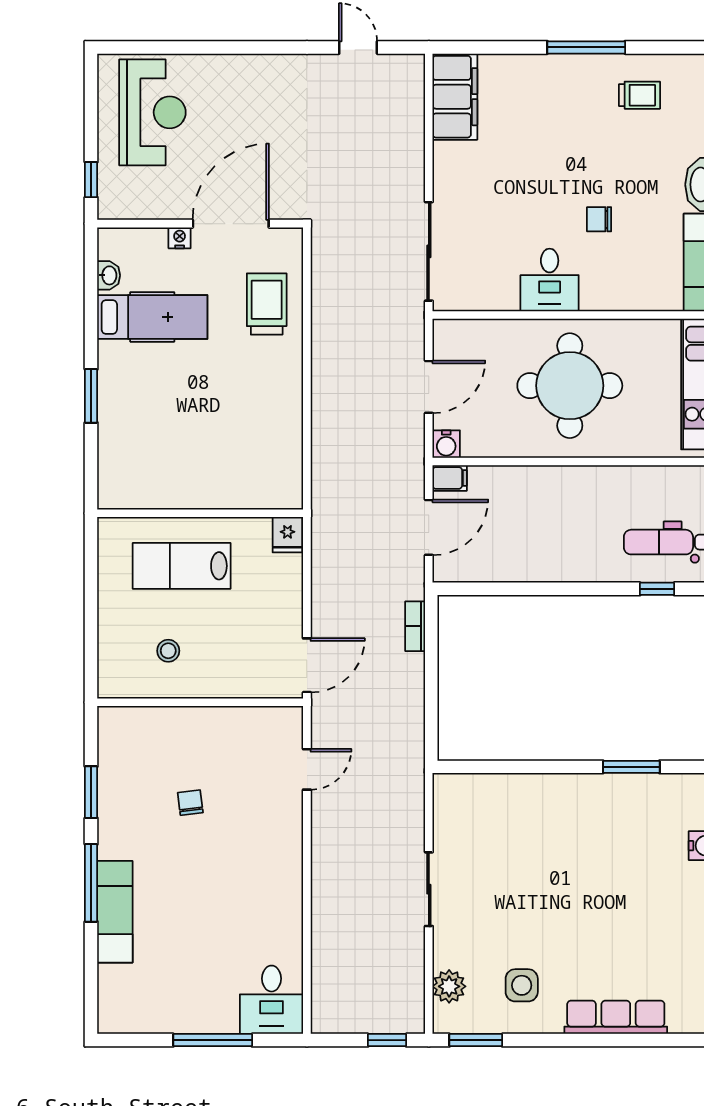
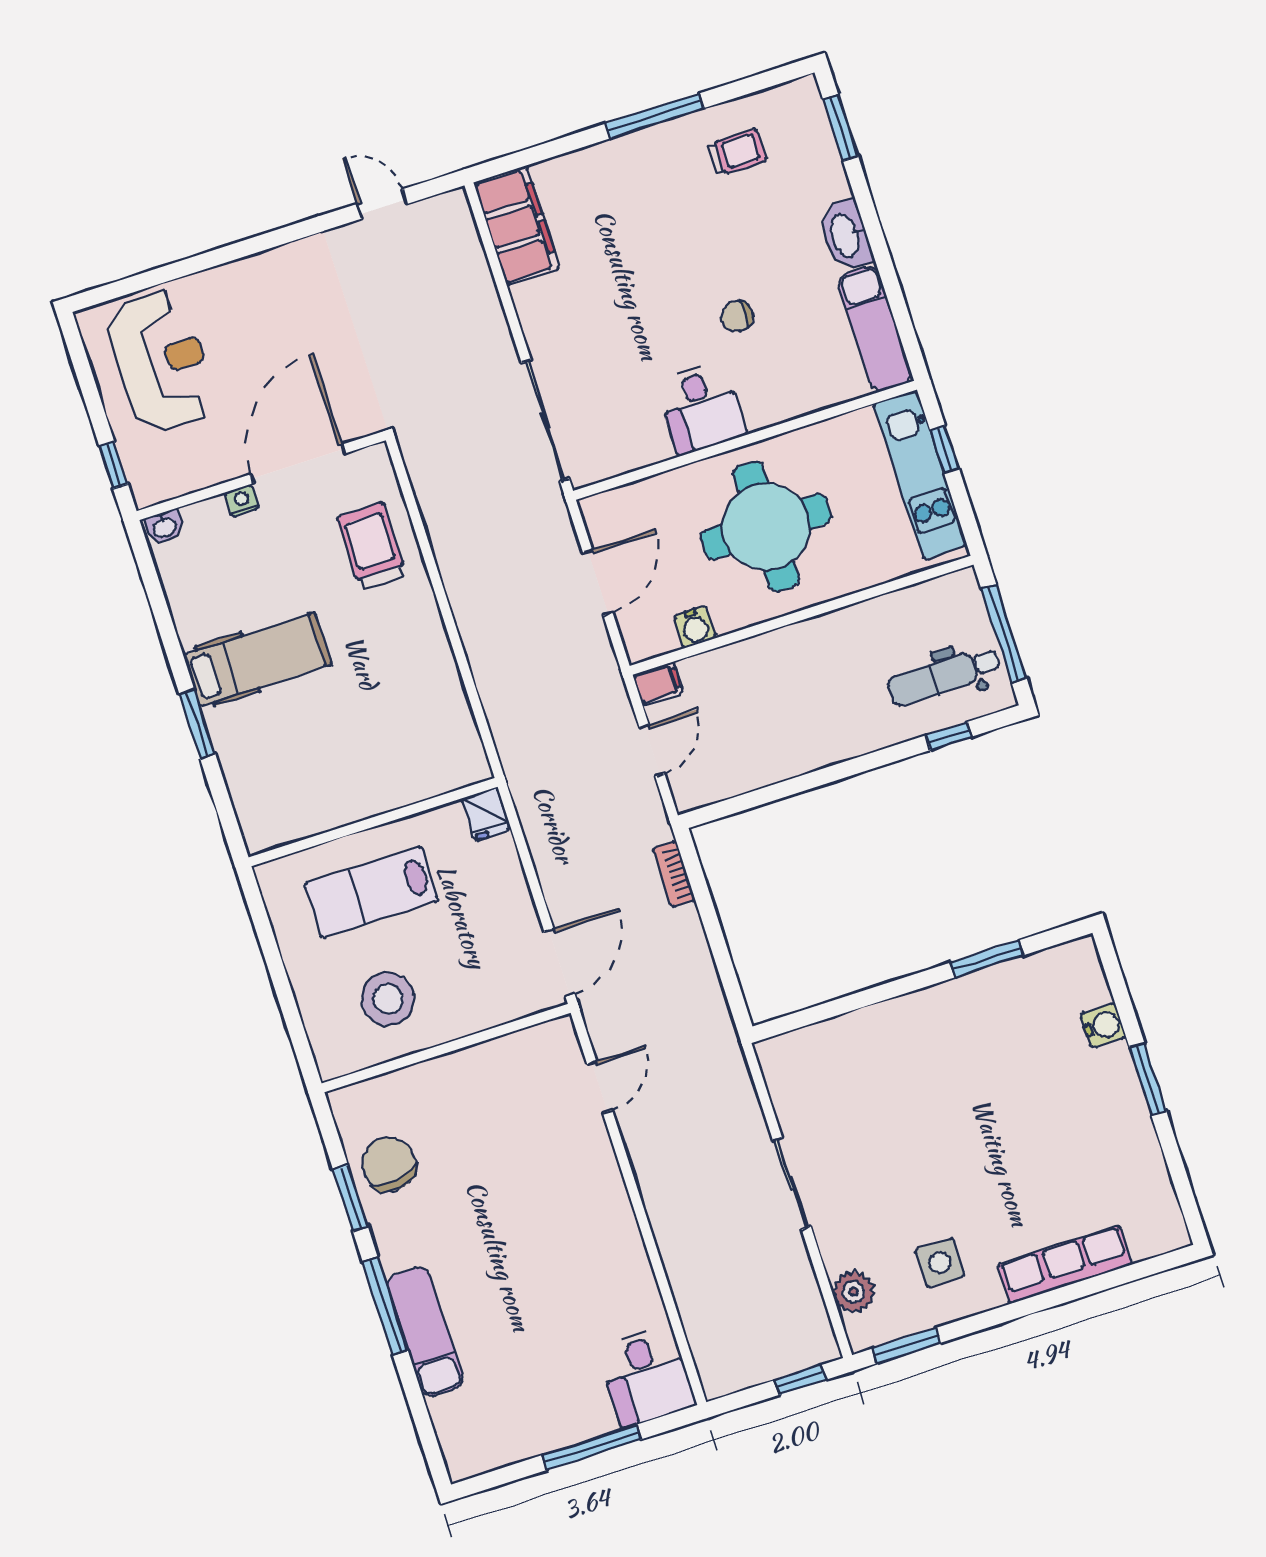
washbasin: (109, 275) -> (164, 527), moved, turned 90
hospital bed: (152, 317) -> (257, 659), moved
water cooler: (446, 444) -> (695, 627), moved
door: (429, 527) -> (652, 751), width x0.73
stool: (168, 651) -> (388, 999), width x1.89, depth x1.89
chair: (190, 803) -> (389, 1164), moved, width x1.87, depth x1.87

